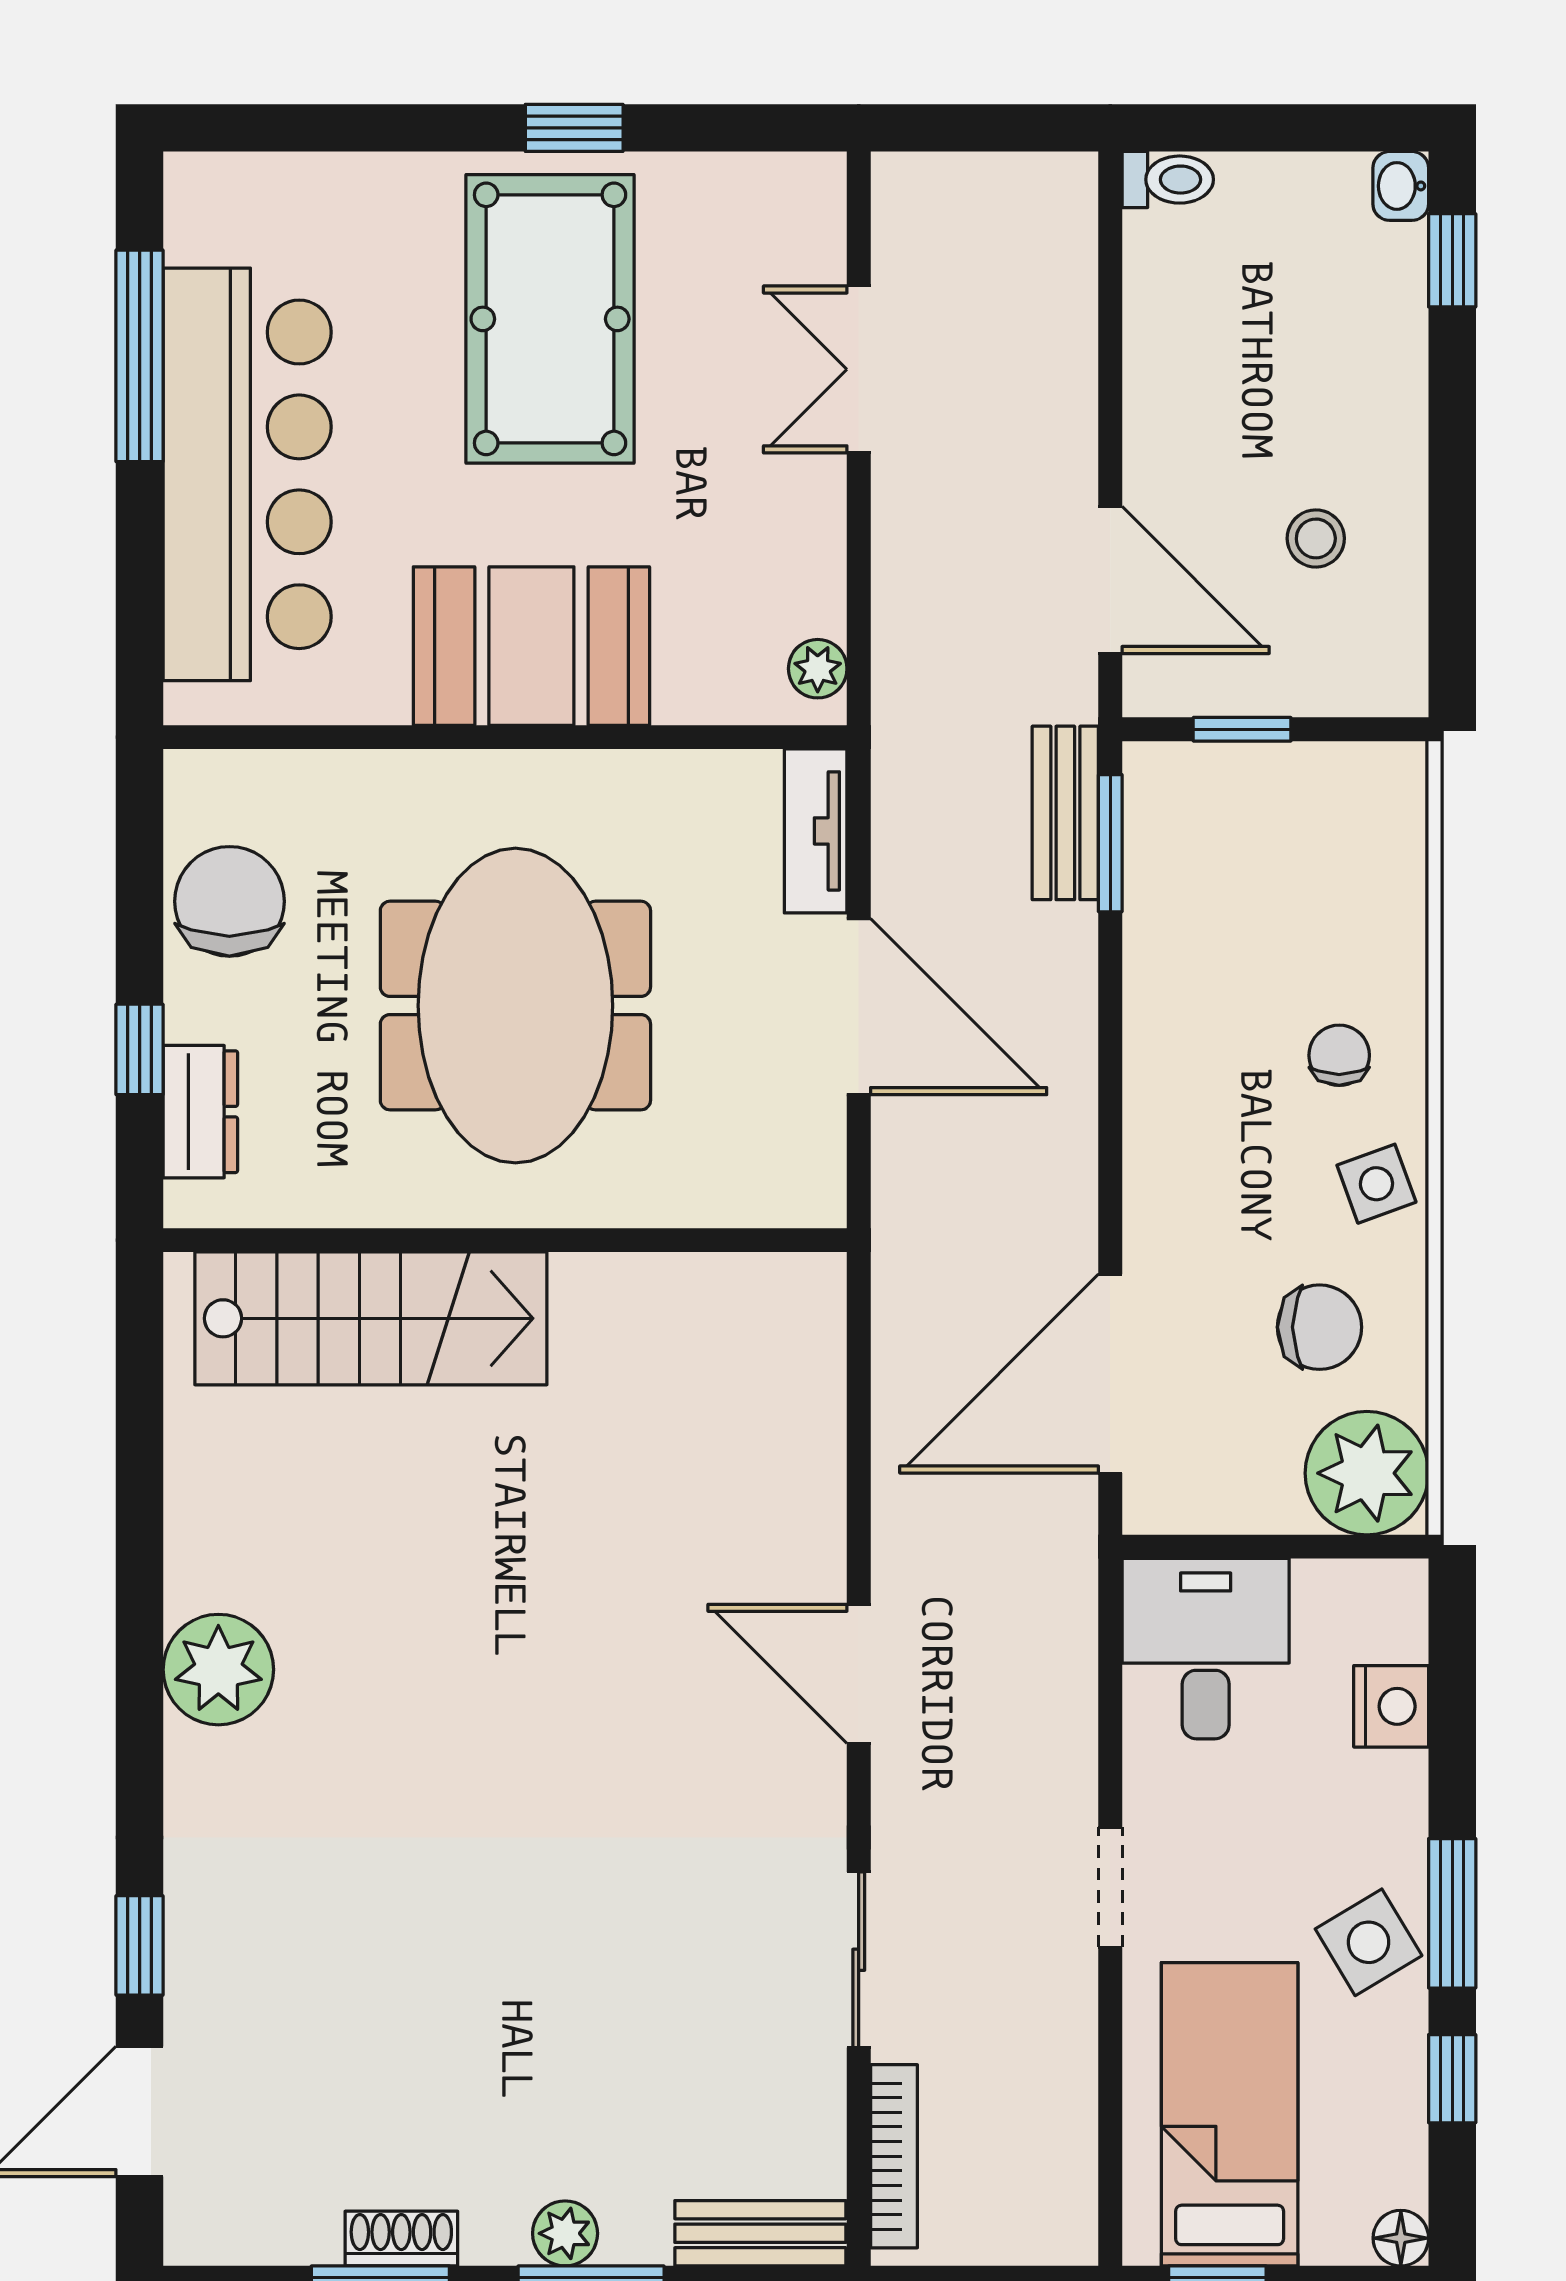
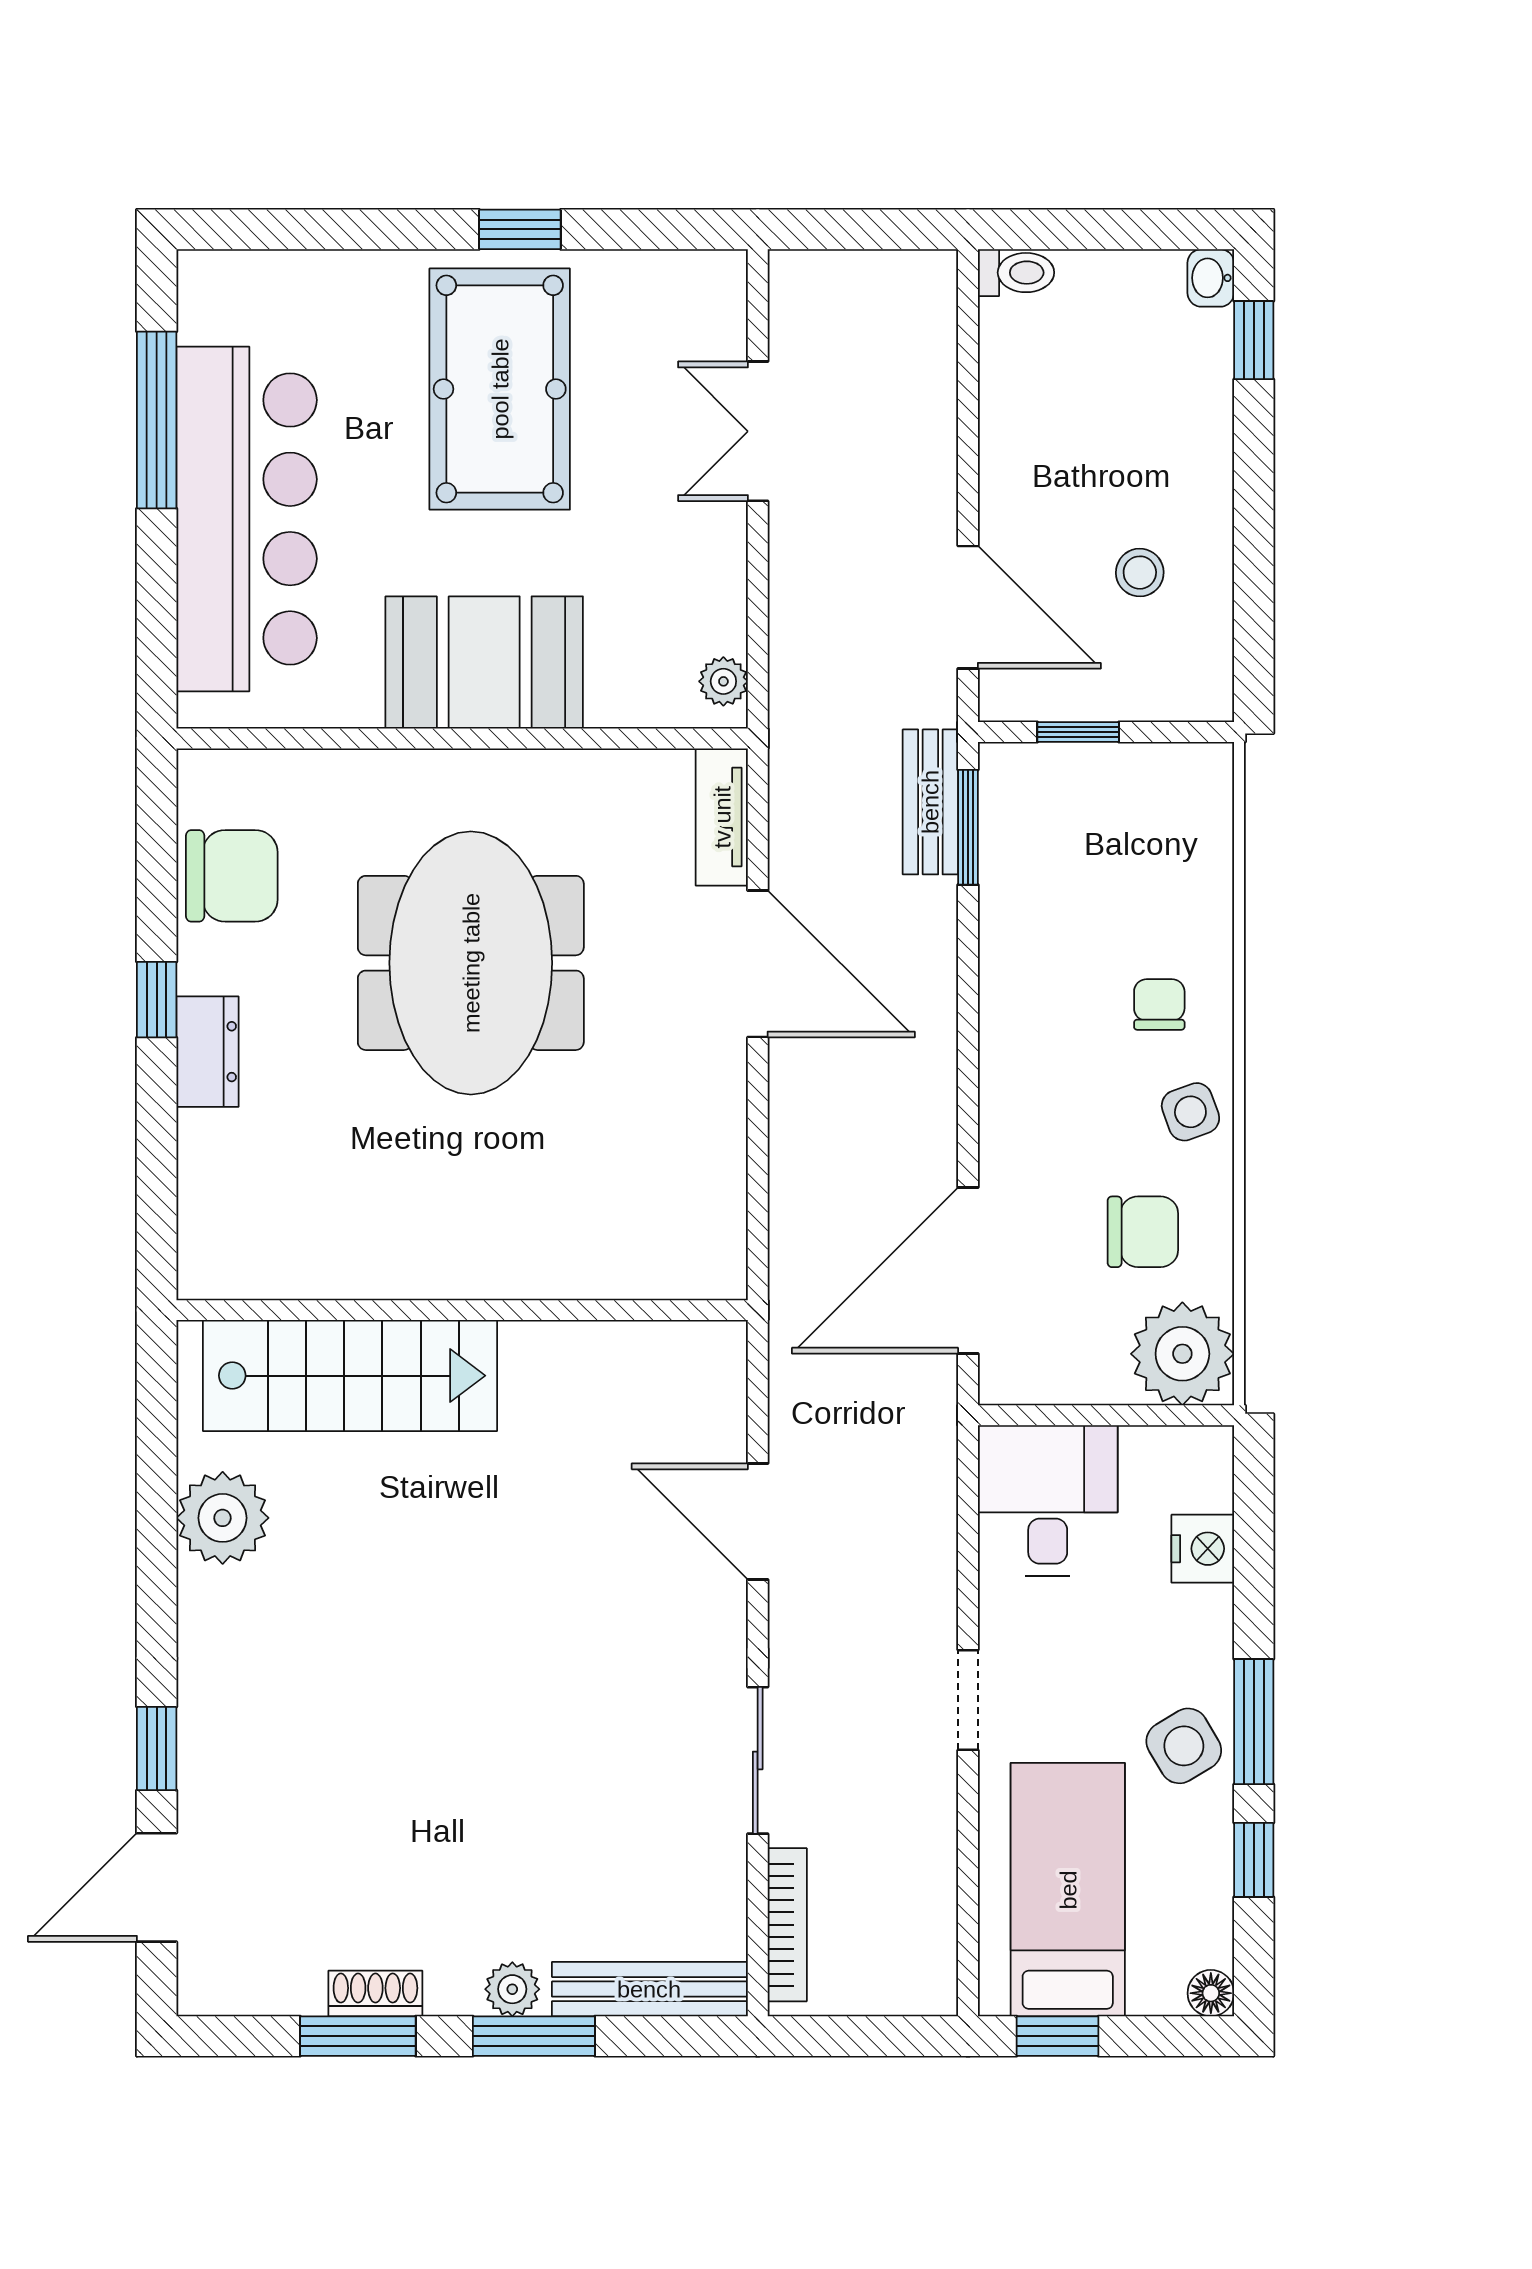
chair: (229, 901) -> (232, 876), turned 90
wall: (505, 1240) -> (462, 1310), moved
stairs: (371, 1318) -> (350, 1376), moved
bench: (760, 2233) -> (649, 1989), width x1.36

